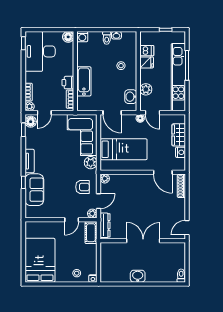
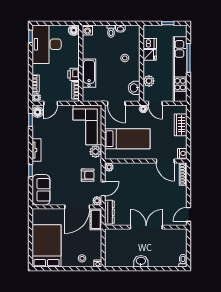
nightstand: (180, 152) -> (182, 153), moved
sofa: (34, 190) -> (41, 190), moved
door: (72, 220) -> (77, 207), width x1.87

